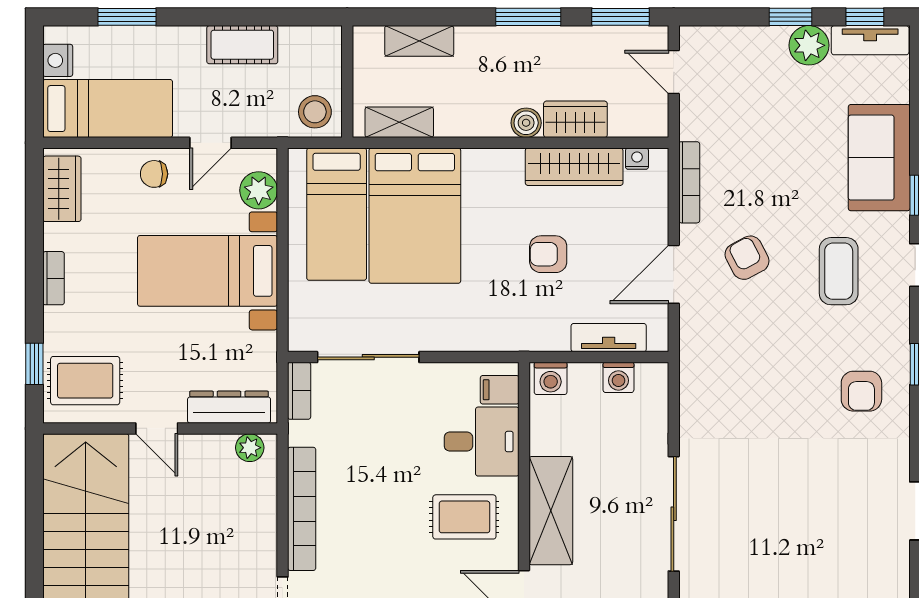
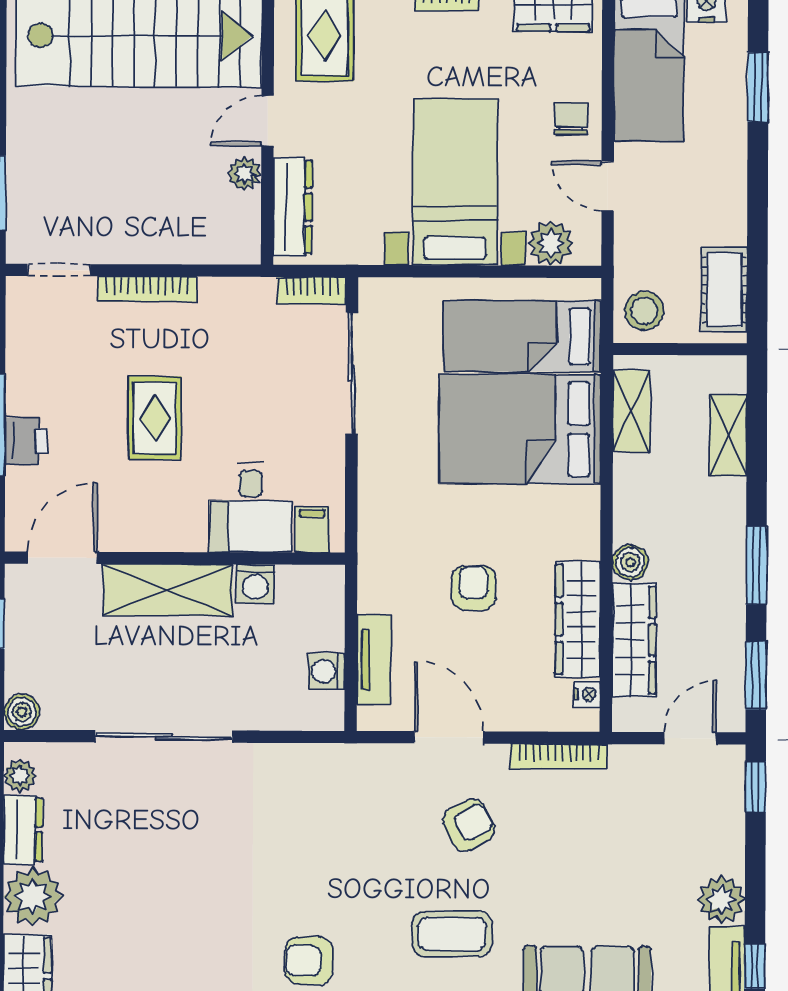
window: (791, 17) -> (756, 787), moved
cot: (242, 45) -> (724, 290), moved
wardrobe: (575, 119) -> (634, 640), width x1.50
washing machine: (551, 378) -> (255, 584), moved, turned -90
plant: (250, 448) -> (244, 174), moved
bookcase: (302, 509) -> (147, 289), width x0.68, depth x0.76
rug: (464, 517) -> (155, 418), moved

